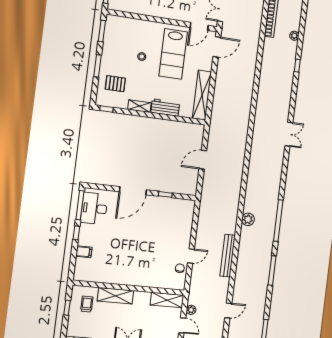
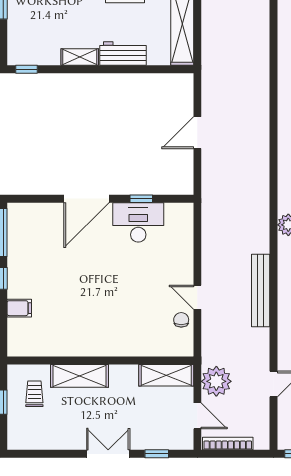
pallet: (115, 84) -> (36, 26), removed
desk: (94, 208) -> (138, 222), moved, turned 90
door: (191, 256) -> (197, 297), swing flipped
plant: (191, 310) -> (216, 381), width x1.87, depth x1.87

